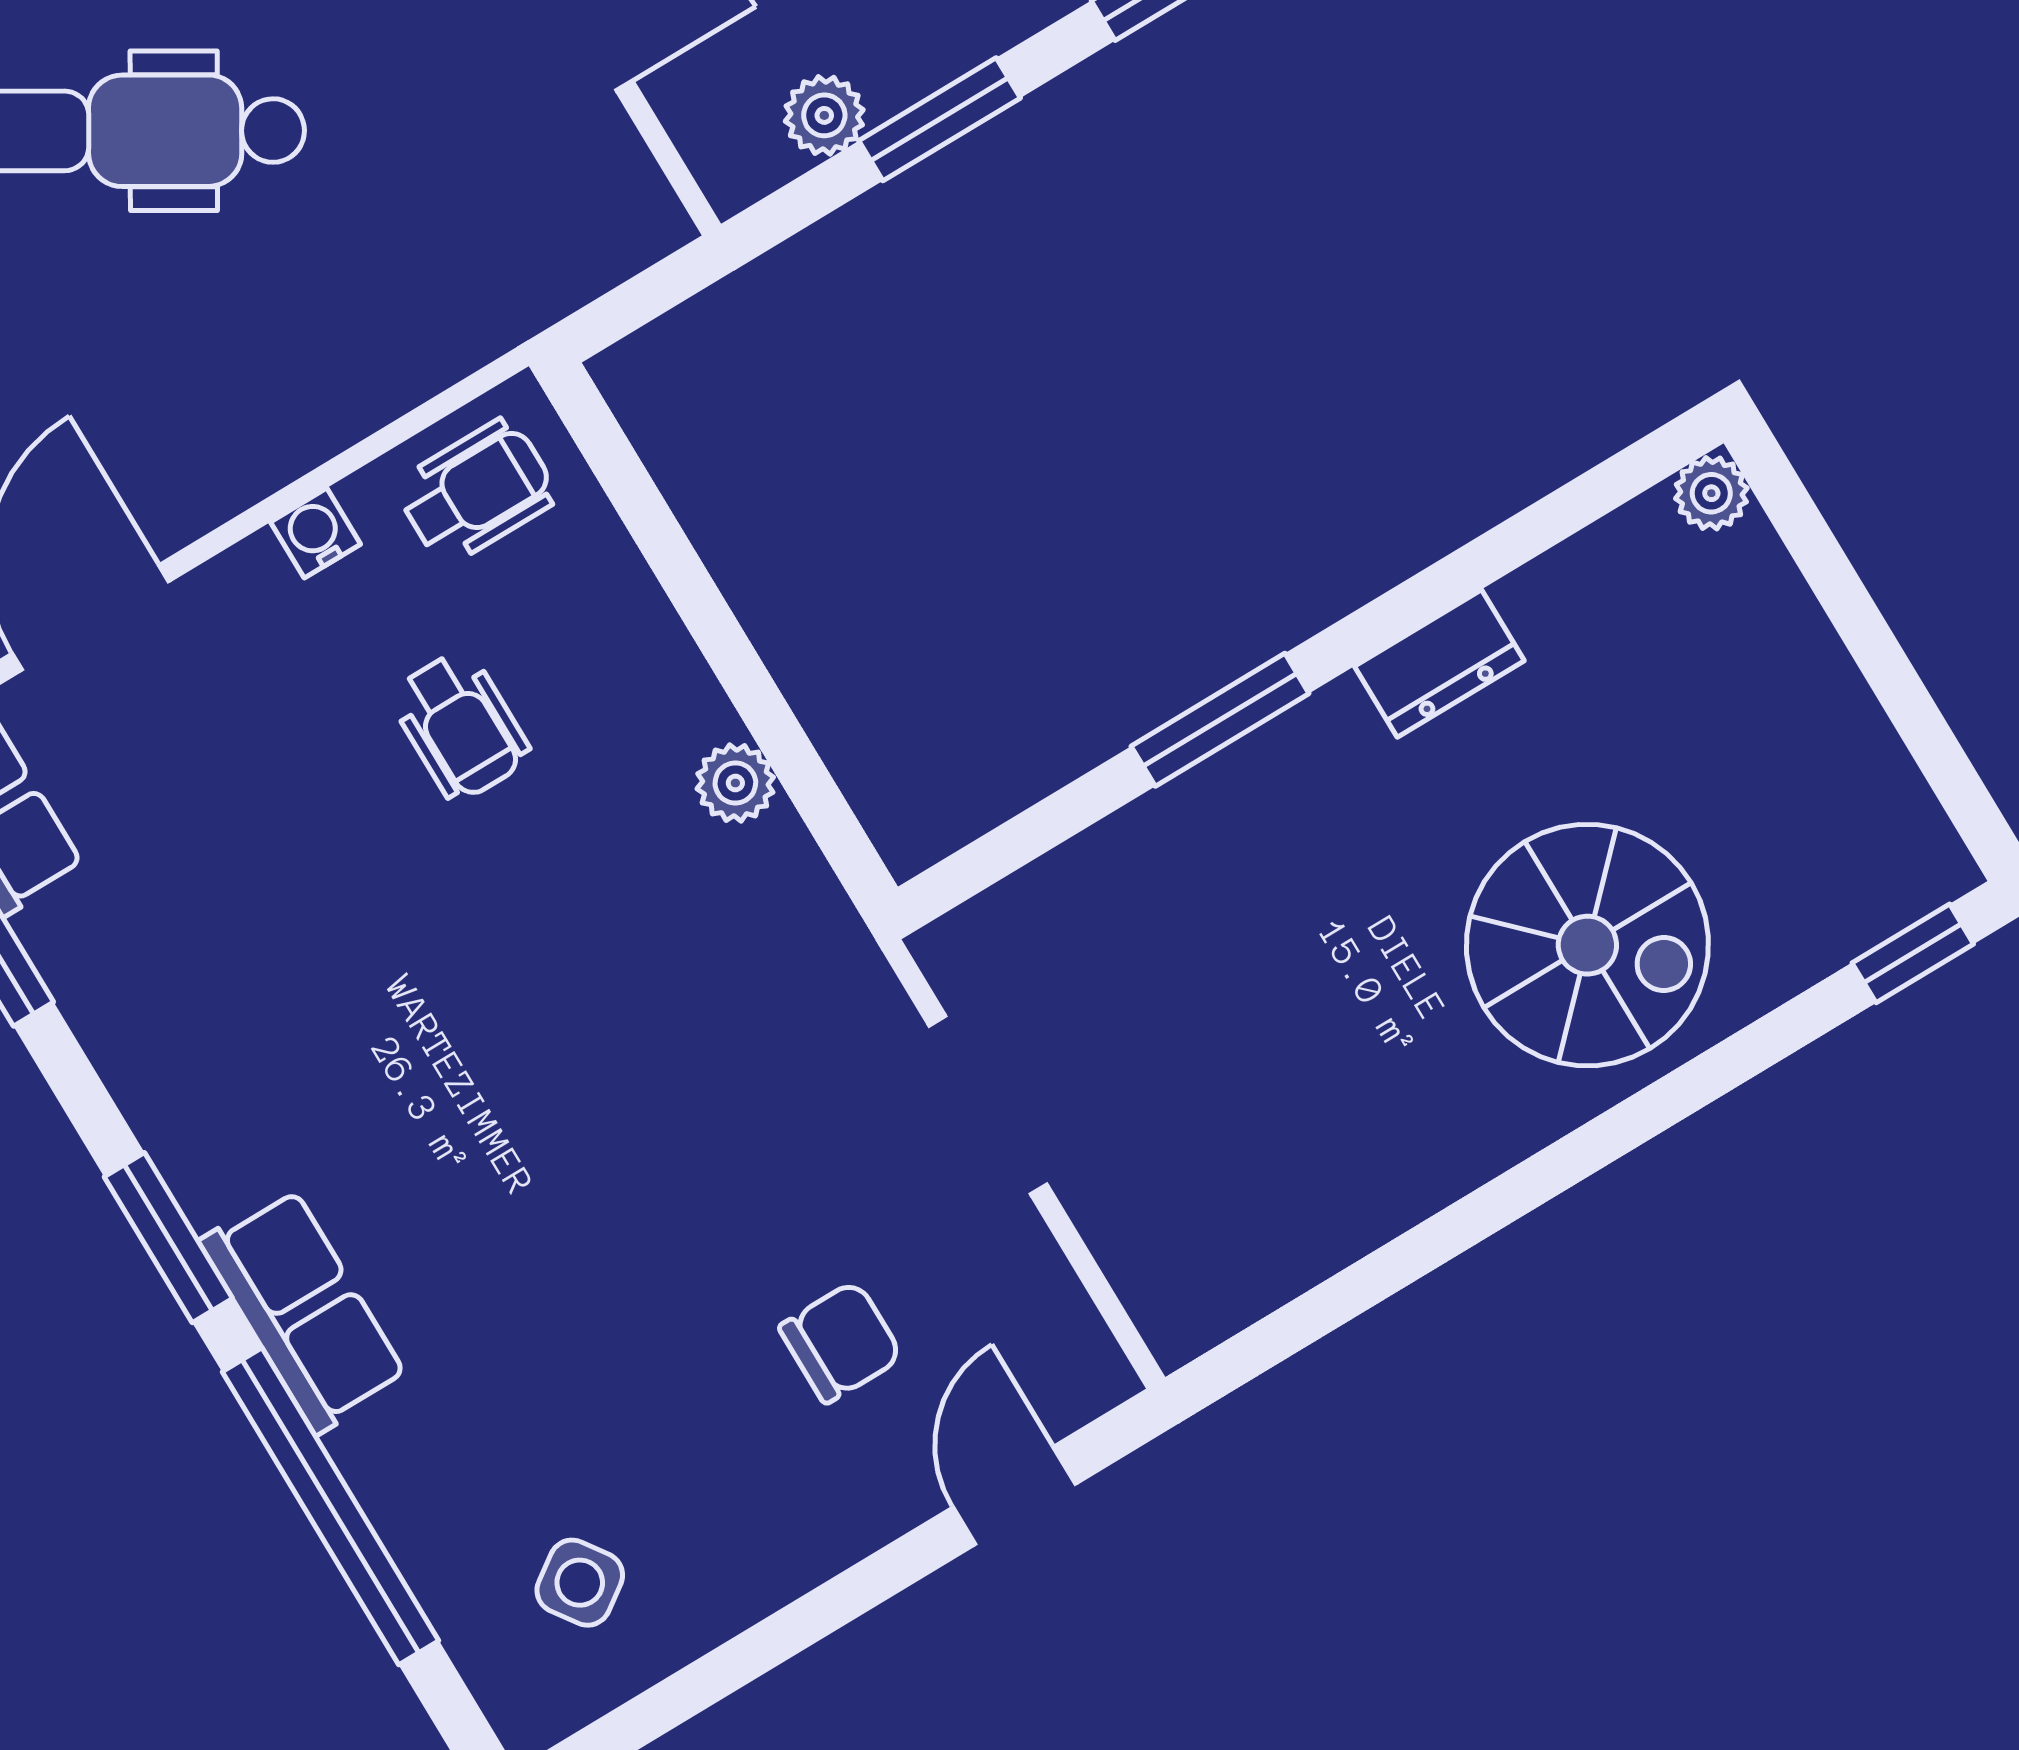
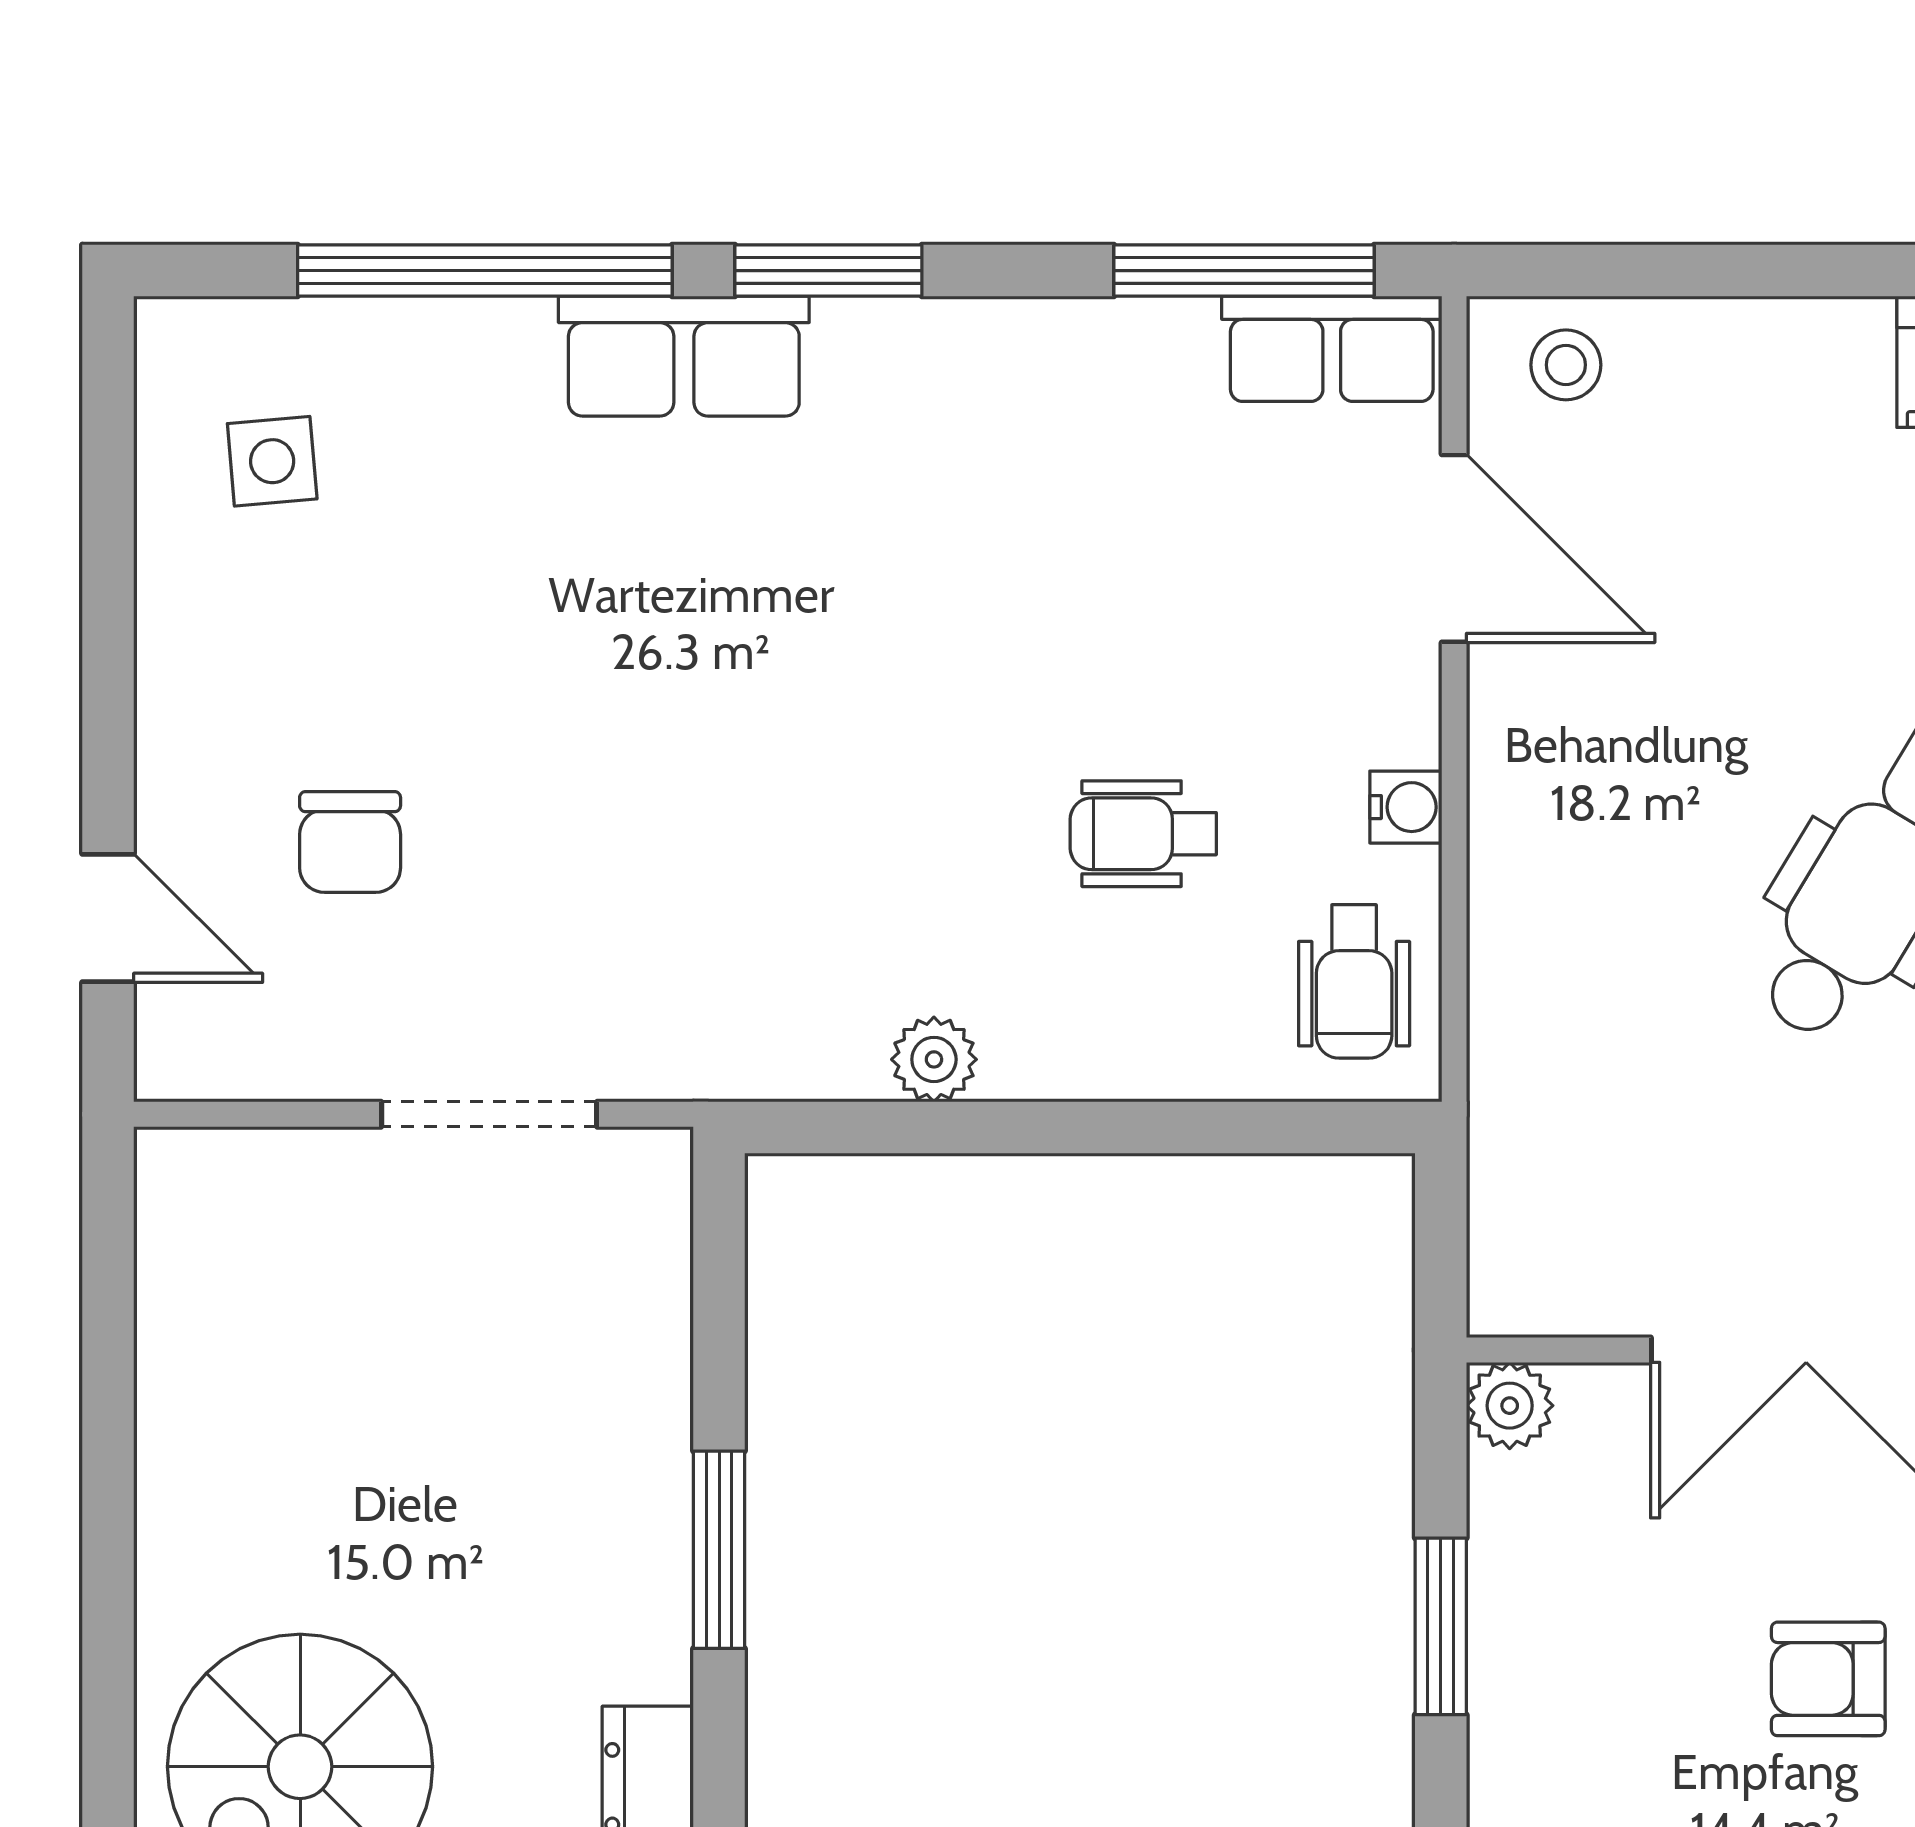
plant: (824, 115) -> (1510, 1406), moved
side table: (580, 1583) -> (272, 461), turned 30

